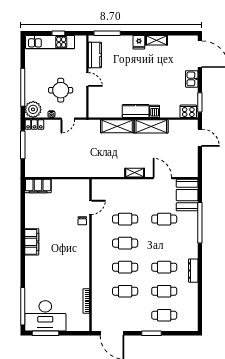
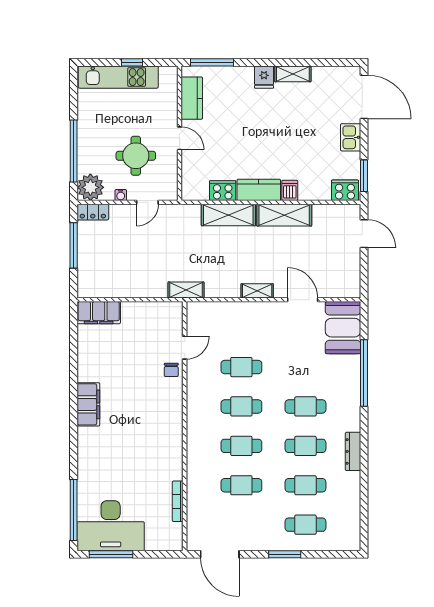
cooker: (114, 111) -> (223, 191), added
shelving: (91, 172) -> (186, 290), added
cafe table: (164, 219) -> (305, 406), moved

